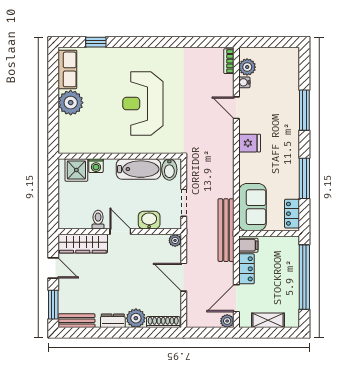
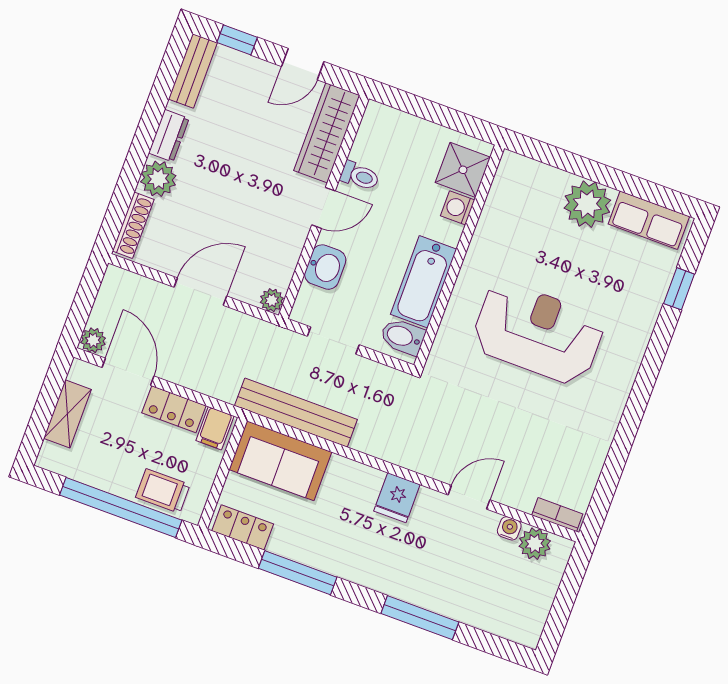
bench: (226, 230) -> (296, 413), moved
trolley: (289, 259) -> (163, 491), added
window: (53, 305) -> (237, 40), width x0.67

